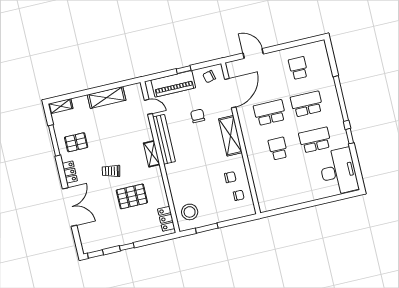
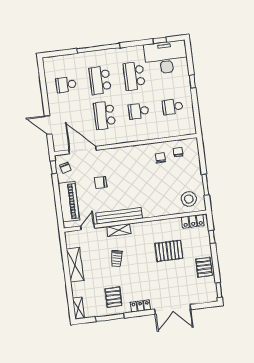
door: (253, 53) -> (48, 125), hinge flipped
window: (184, 70) -> (54, 167), moved
shelving: (230, 136) -> (122, 154), removed
window: (350, 136) -> (160, 40), moved
shelving: (152, 154) -> (119, 230), moved
trolley: (111, 171) -> (117, 259), moved
school desk: (286, 185) -> (173, 107), added
pallet: (132, 196) -> (169, 251), turned 90
window: (316, 203) -> (192, 81), added
double door: (70, 207) -> (173, 309), swing flipped
pallet: (118, 236) -> (204, 267), added
window: (127, 247) -> (212, 237), moved

